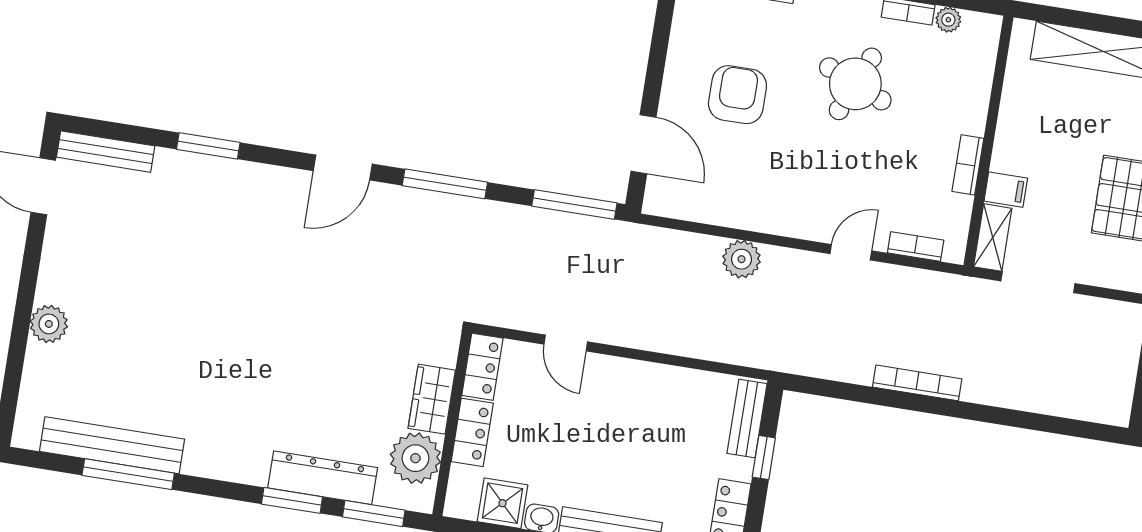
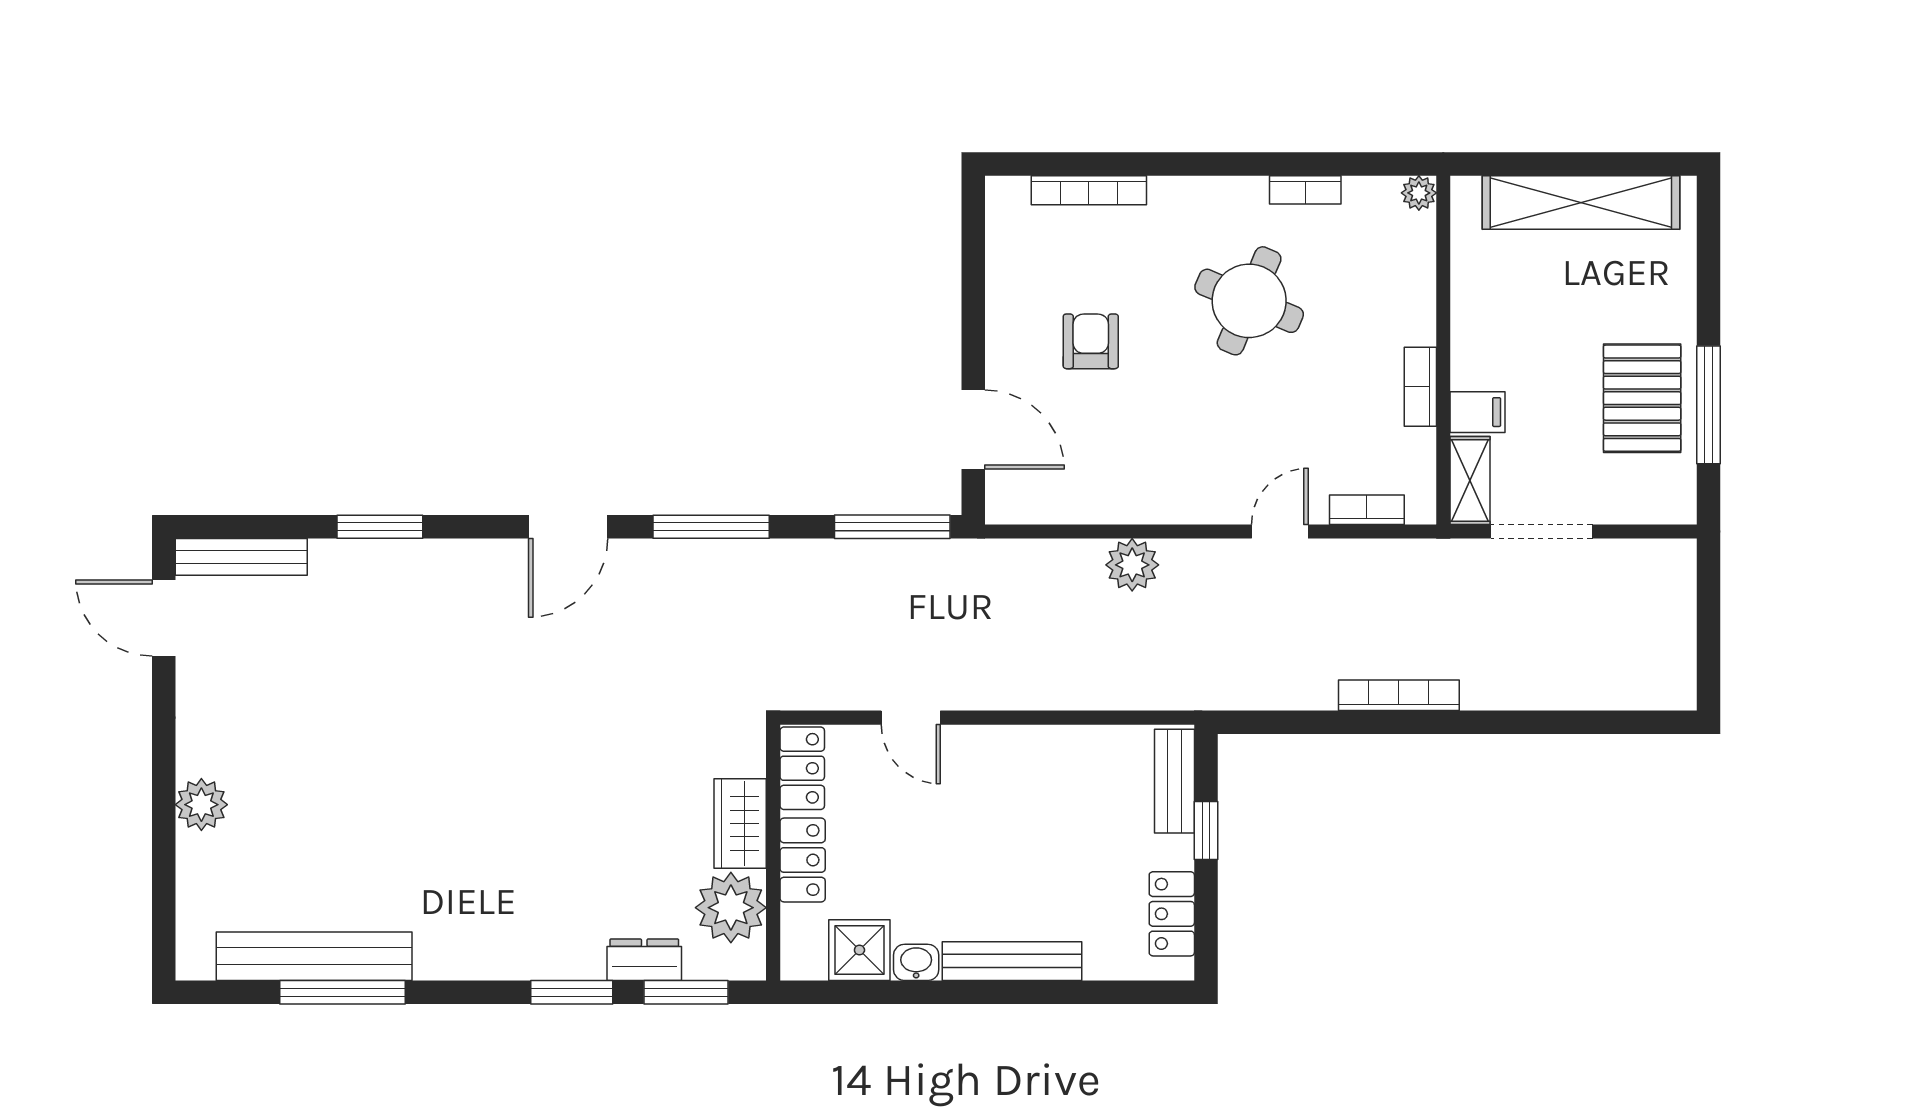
plant: (948, 20) -> (1419, 193), moved
armchair: (737, 95) -> (1091, 341), width x0.72, depth x0.72
dresser: (323, 478) -> (644, 960), width x0.51, depth x0.80

